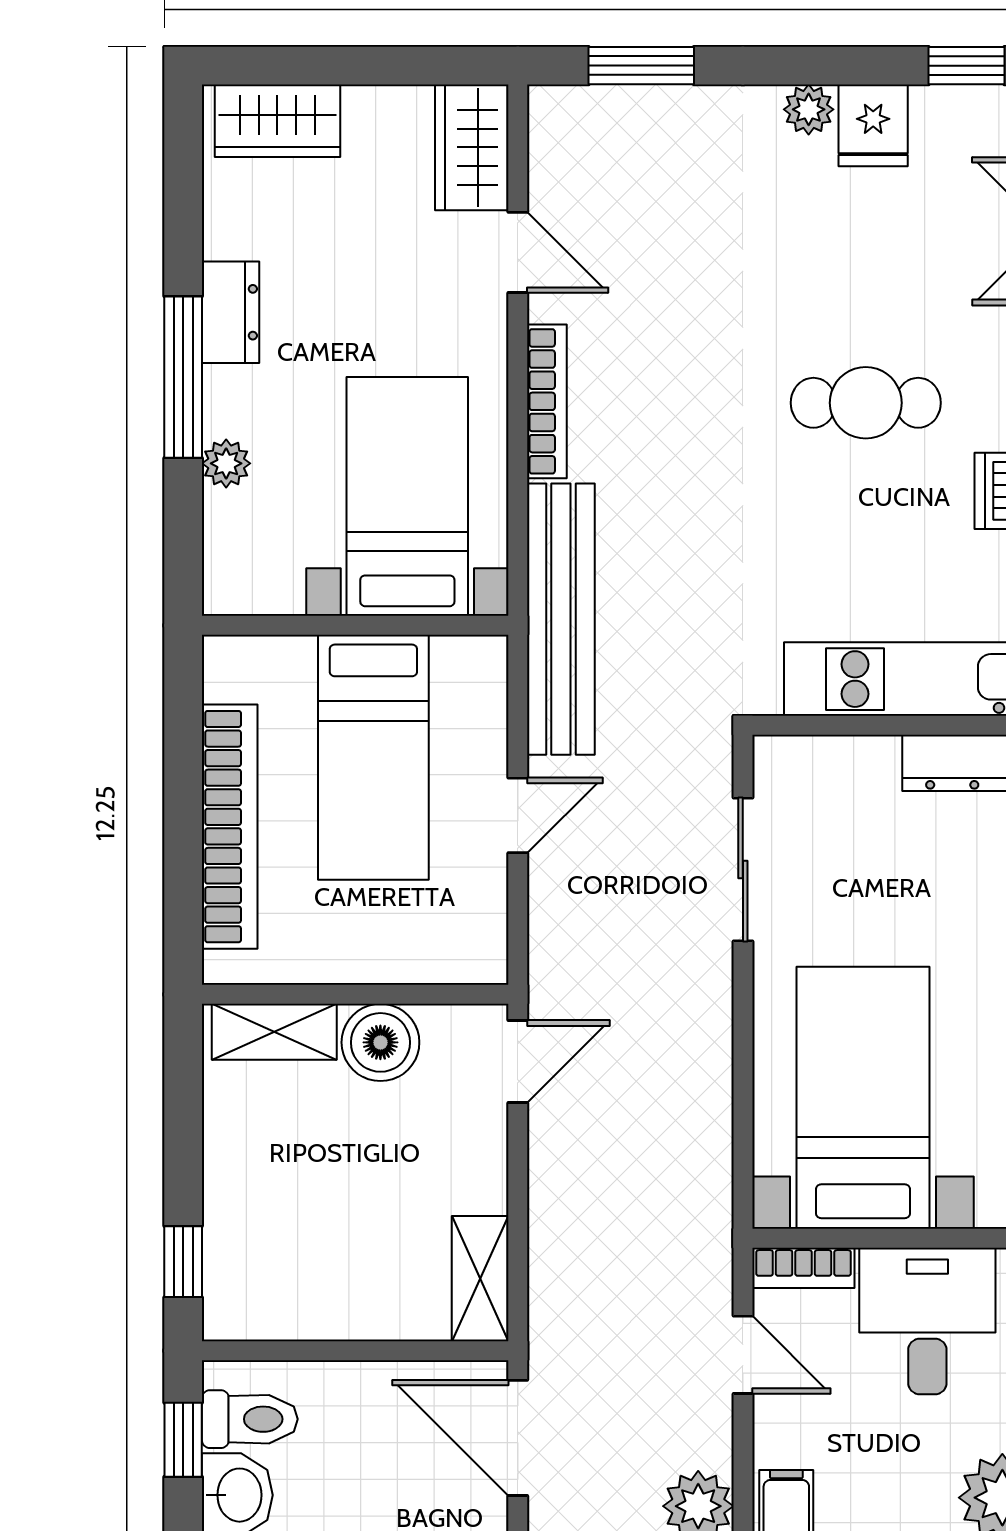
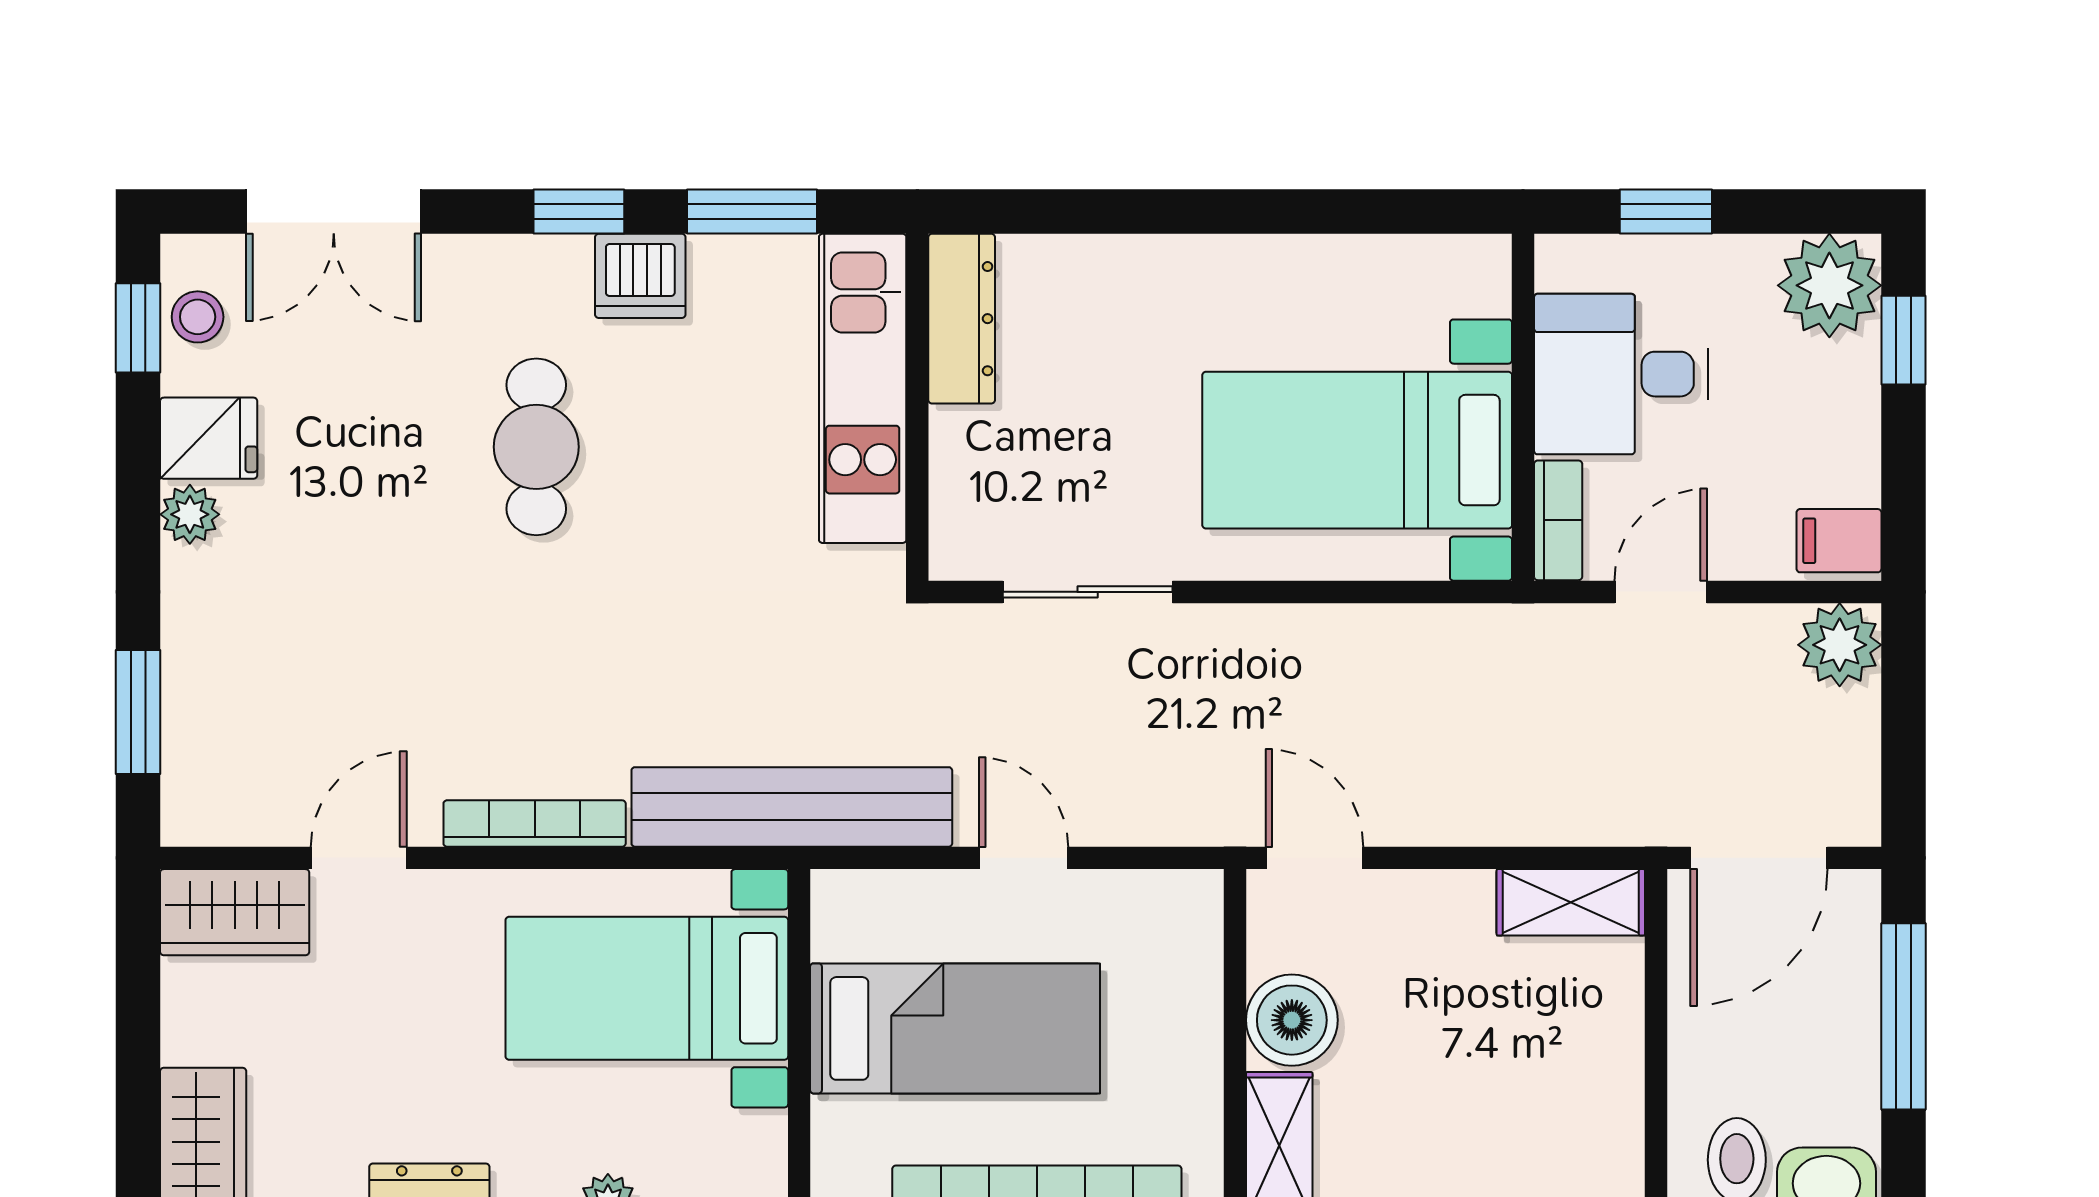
stool: (976, 116) -> (198, 317), added

